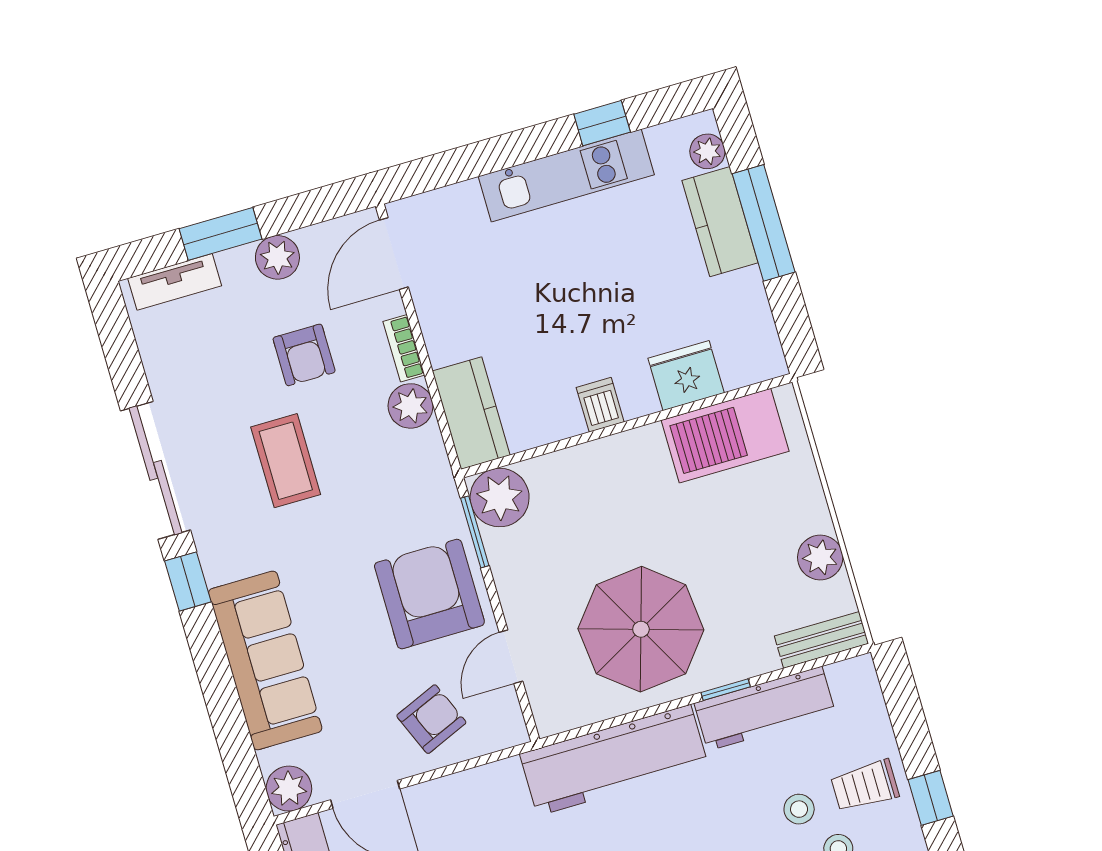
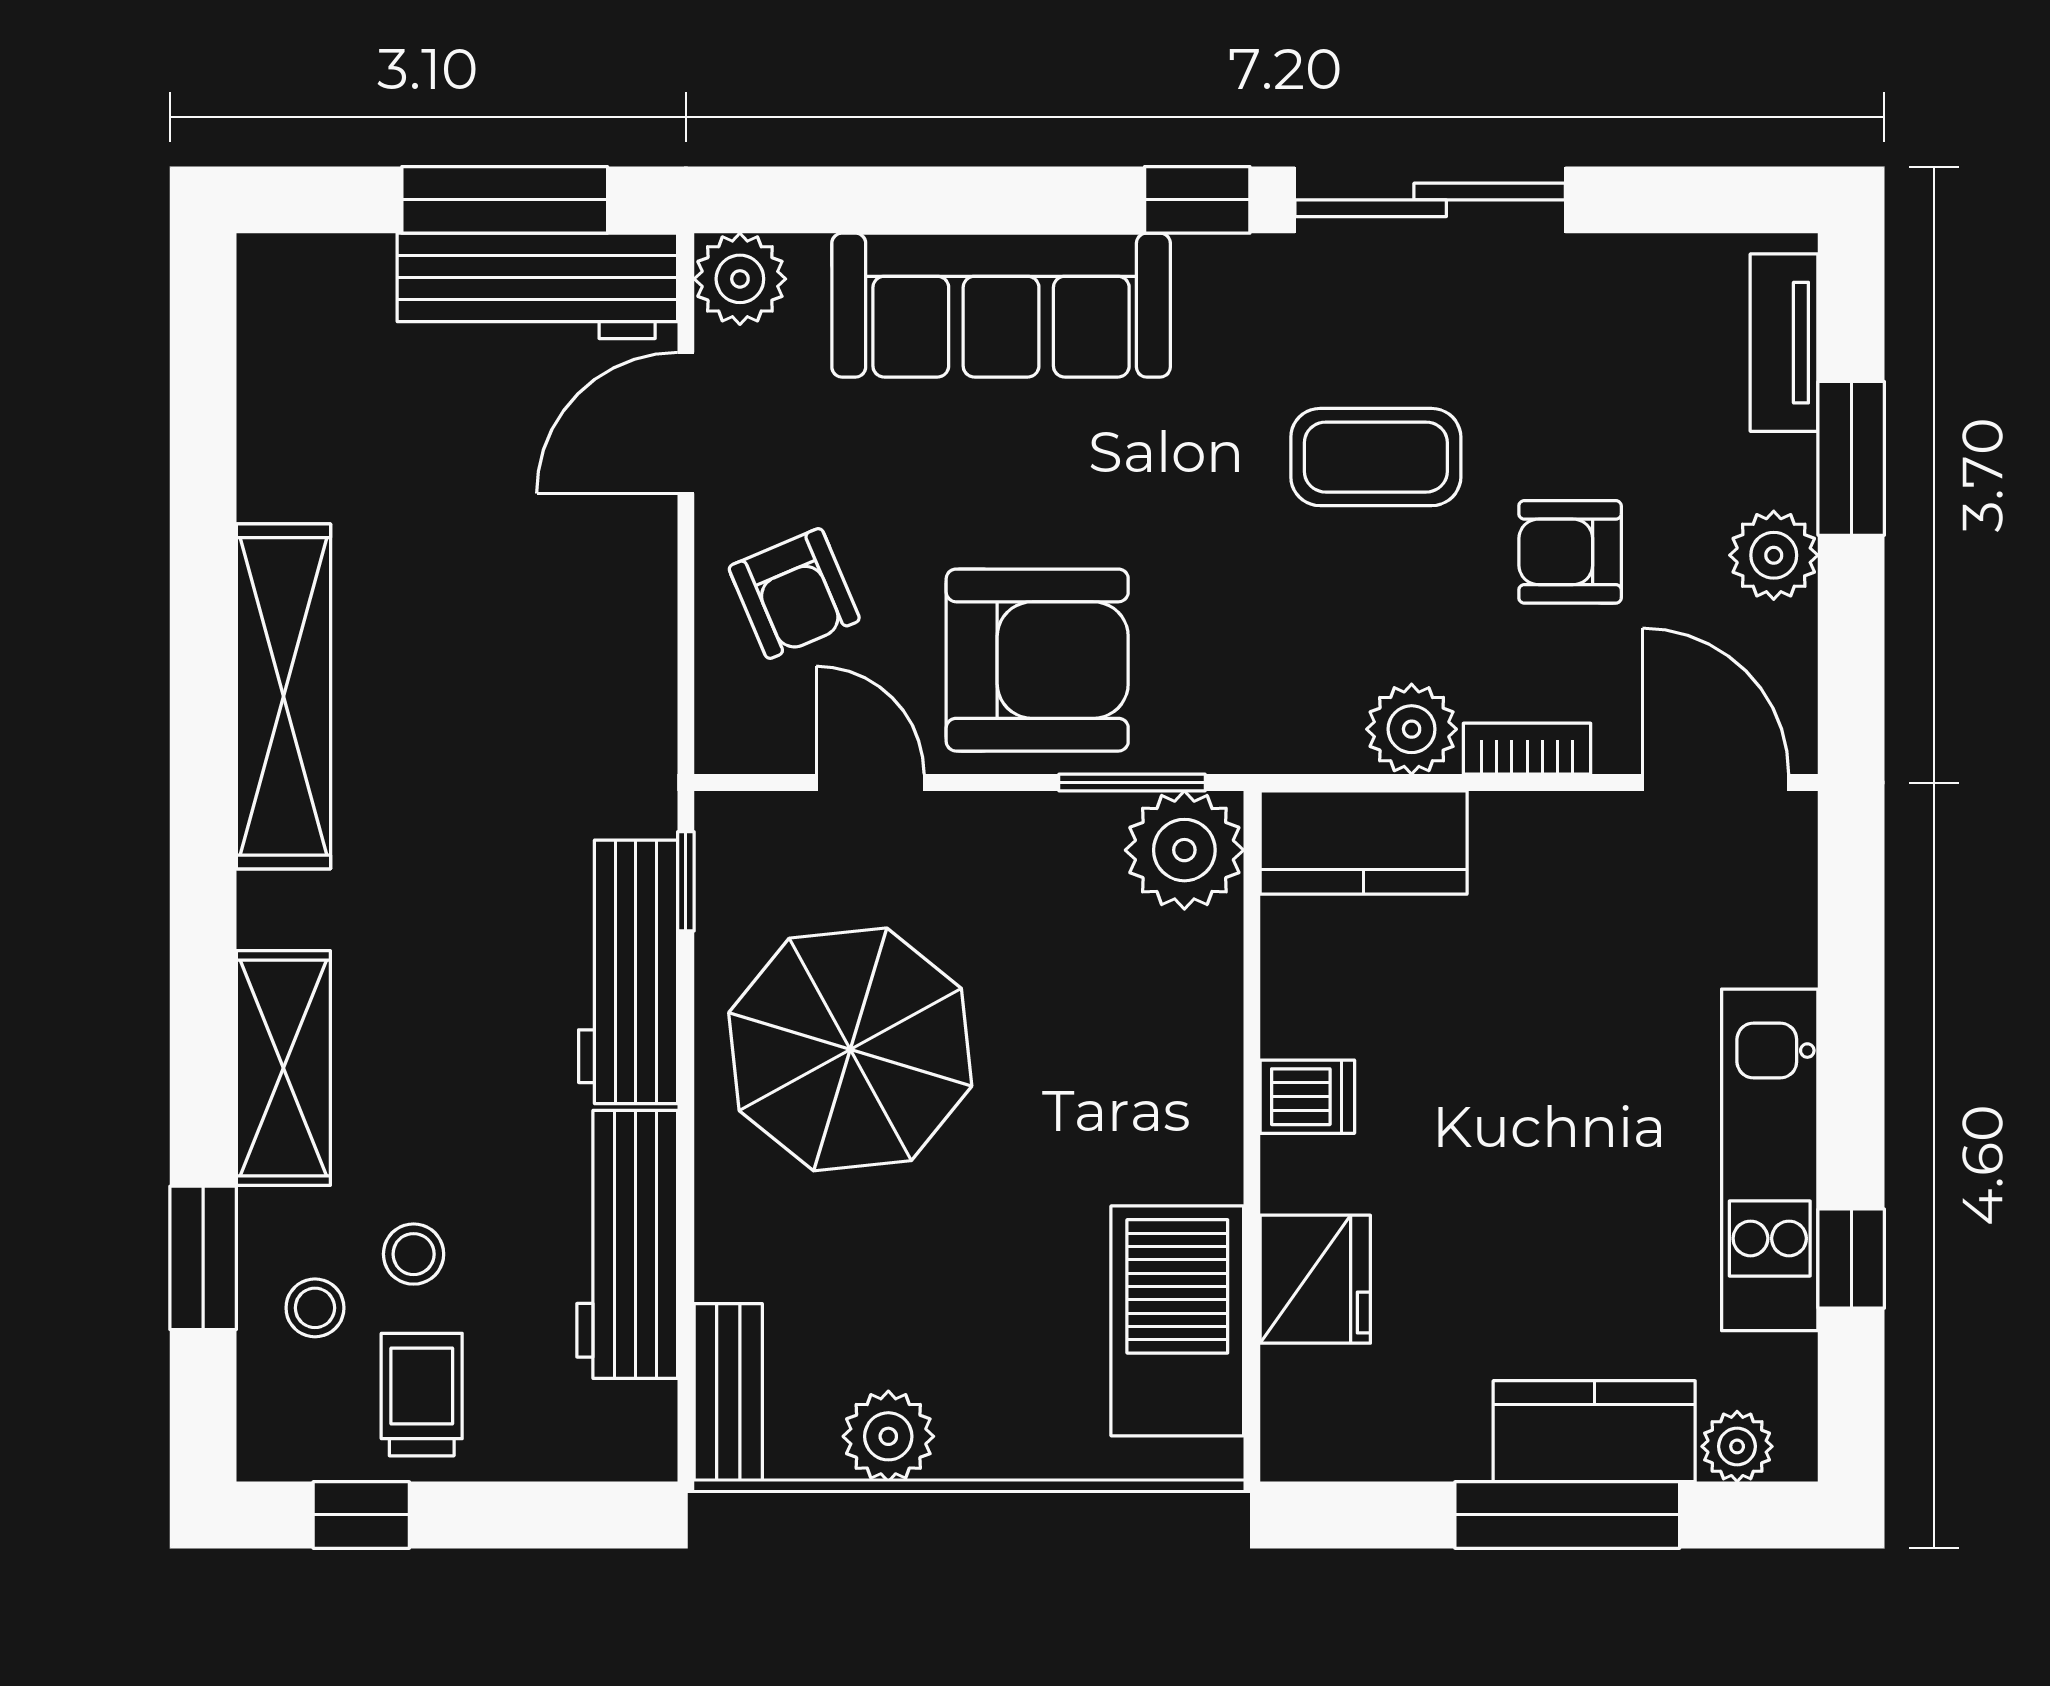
window: (726, 690) -> (686, 881), moved
workbench: (614, 760) -> (628, 972), width x0.73, depth x0.76

